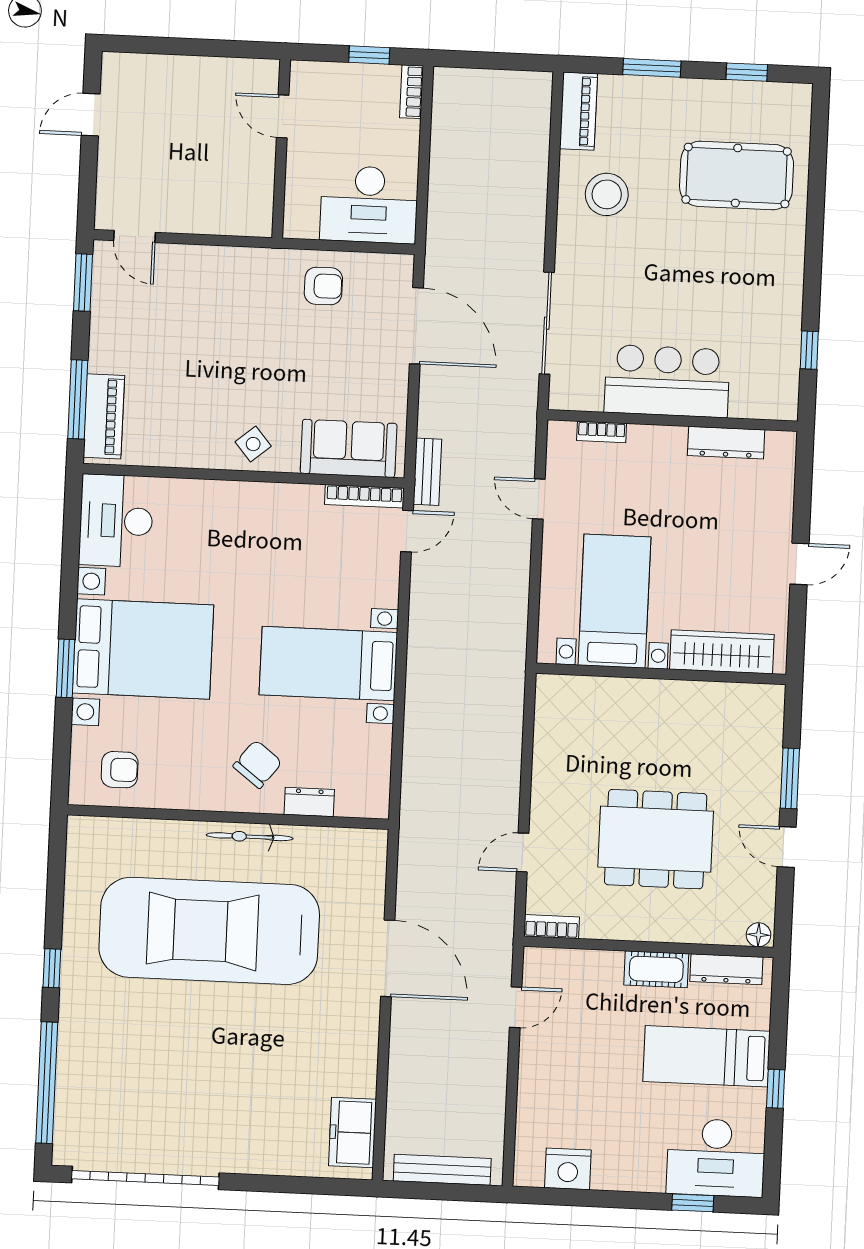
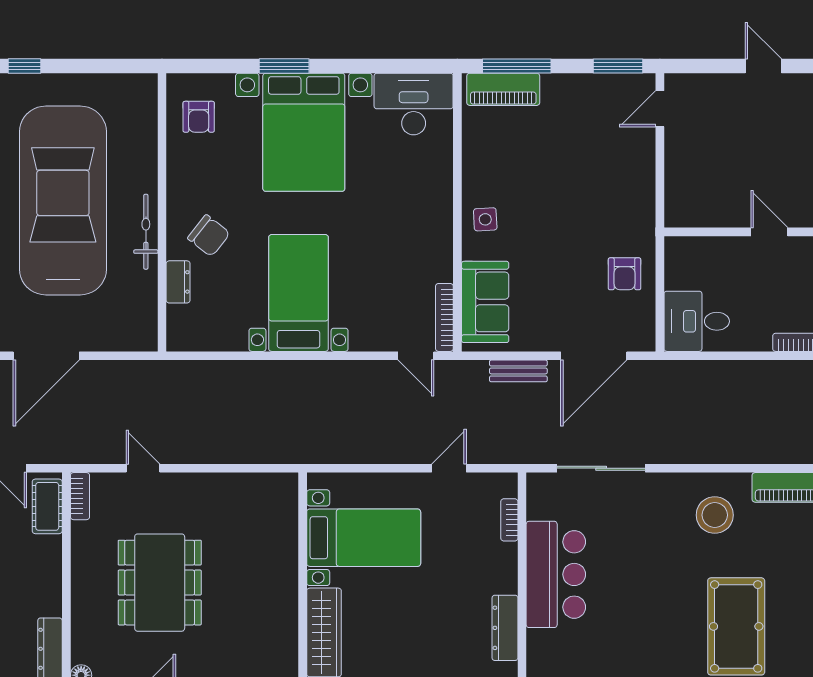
door: (283, 116) -> (769, 232), hinge flipped
desk: (369, 204) -> (697, 321), width x0.73
side table: (253, 444) -> (485, 219), turned 37
bench: (427, 472) -> (518, 371), moved
cot: (656, 969) -> (47, 506), moved

